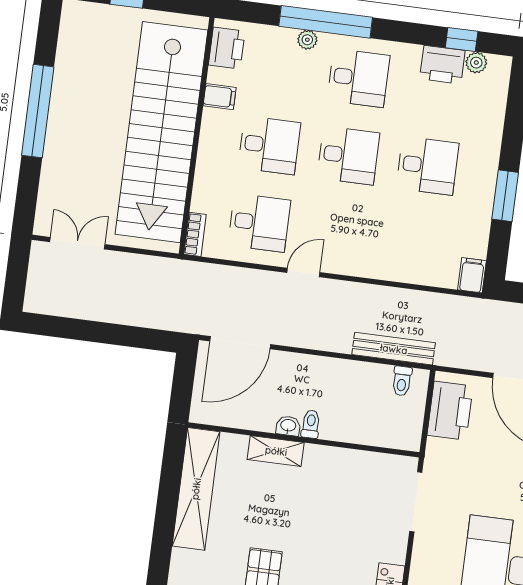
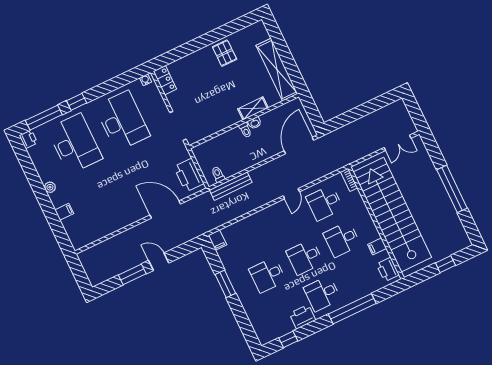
plant: (307, 40) -> (355, 296), removed
plant: (476, 63) -> (275, 333), removed
printer: (442, 65) -> (302, 317), moved

